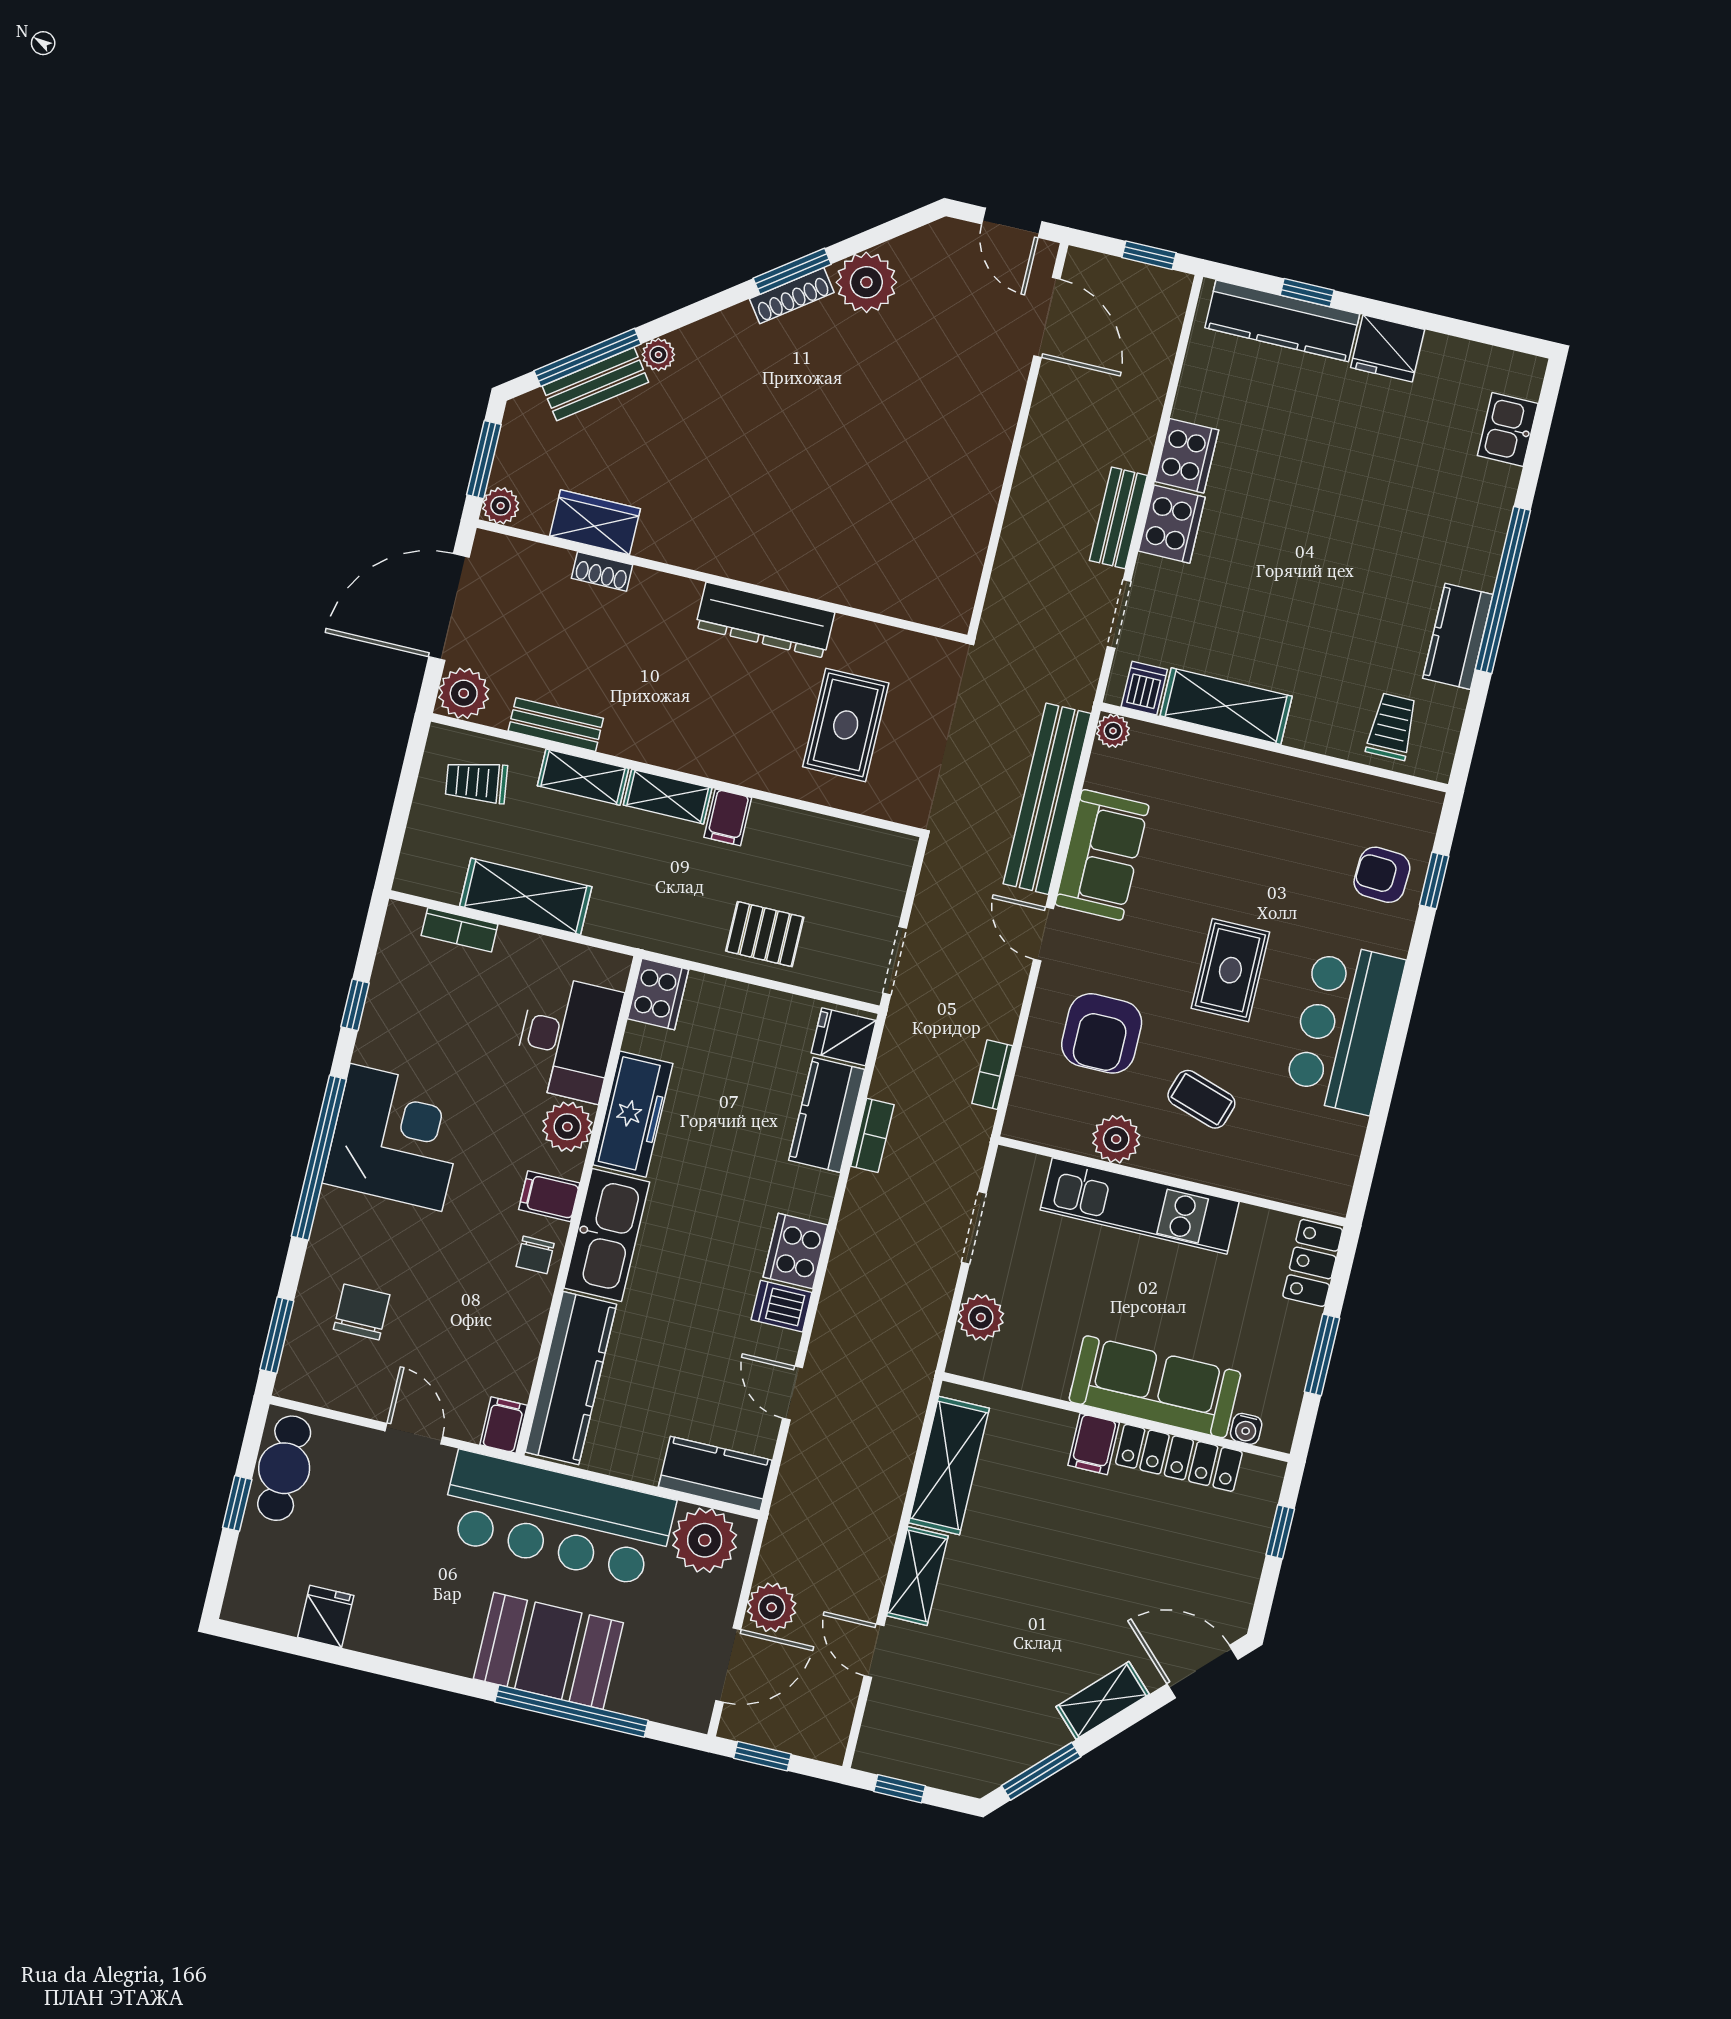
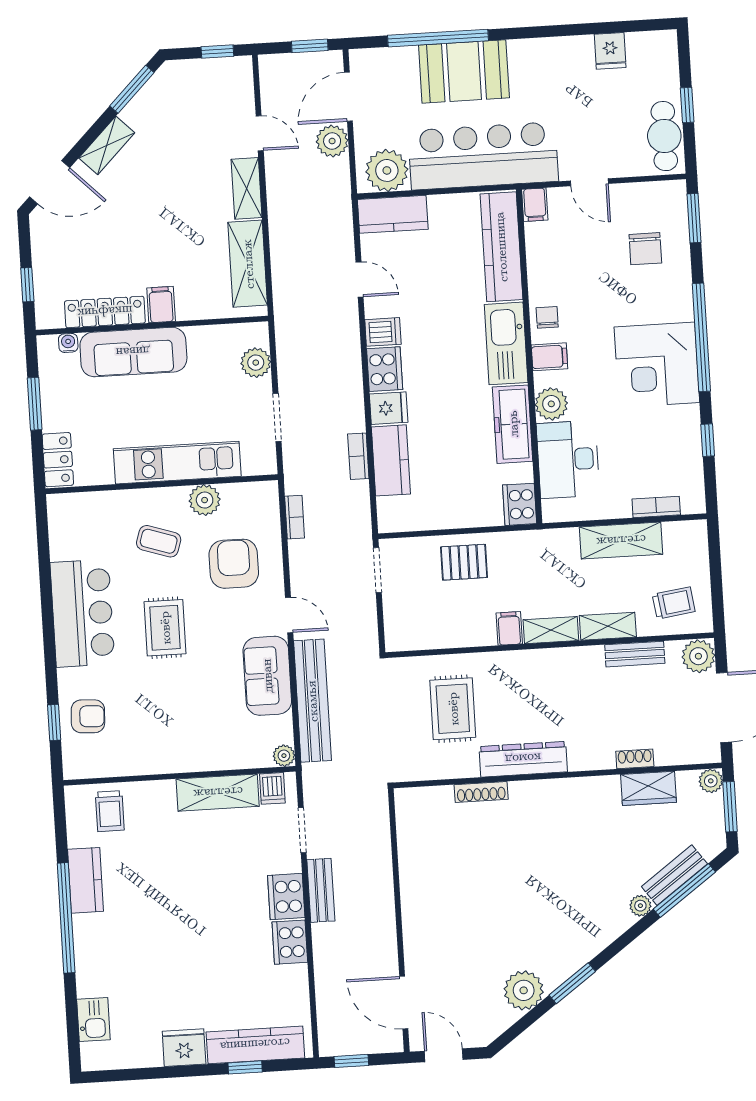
shoe rack: (792, 296) -> (481, 792), moved, turned -144
fridge: (844, 1037) -> (389, 408), moved

